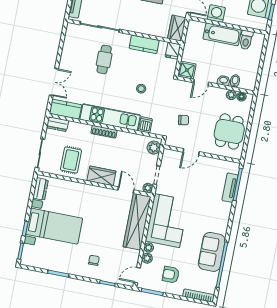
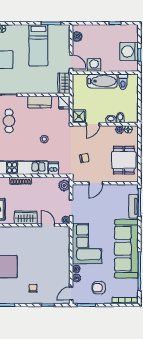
wardrobe: (137, 222) -> (62, 249), removed
sofa: (212, 252) -> (126, 249), width x1.85, depth x1.27

